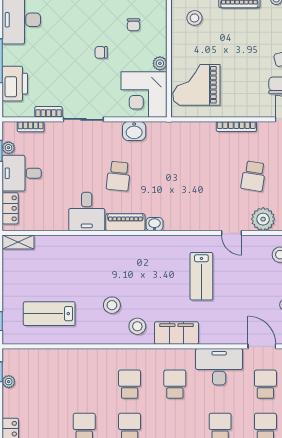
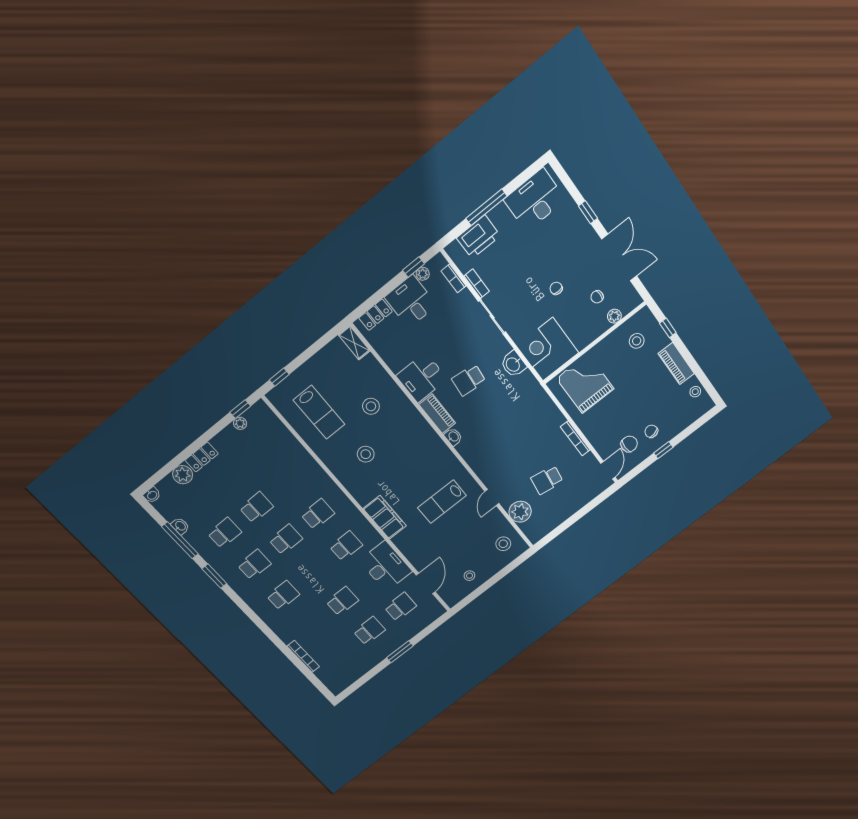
plant: (160, 63) -> (614, 316), moved
lab bench: (49, 314) -> (319, 412), turned 180
stool: (137, 326) -> (371, 406), moved

